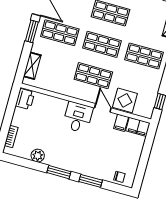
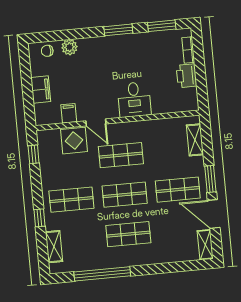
printer: (25, 99) -> (187, 76), moved
desk: (78, 117) -> (134, 100), moved
filing cabinet: (138, 127) -> (41, 90), moved, turned 90
plant: (38, 156) -> (69, 47), moved
window: (91, 181) -> (162, 26), moved

